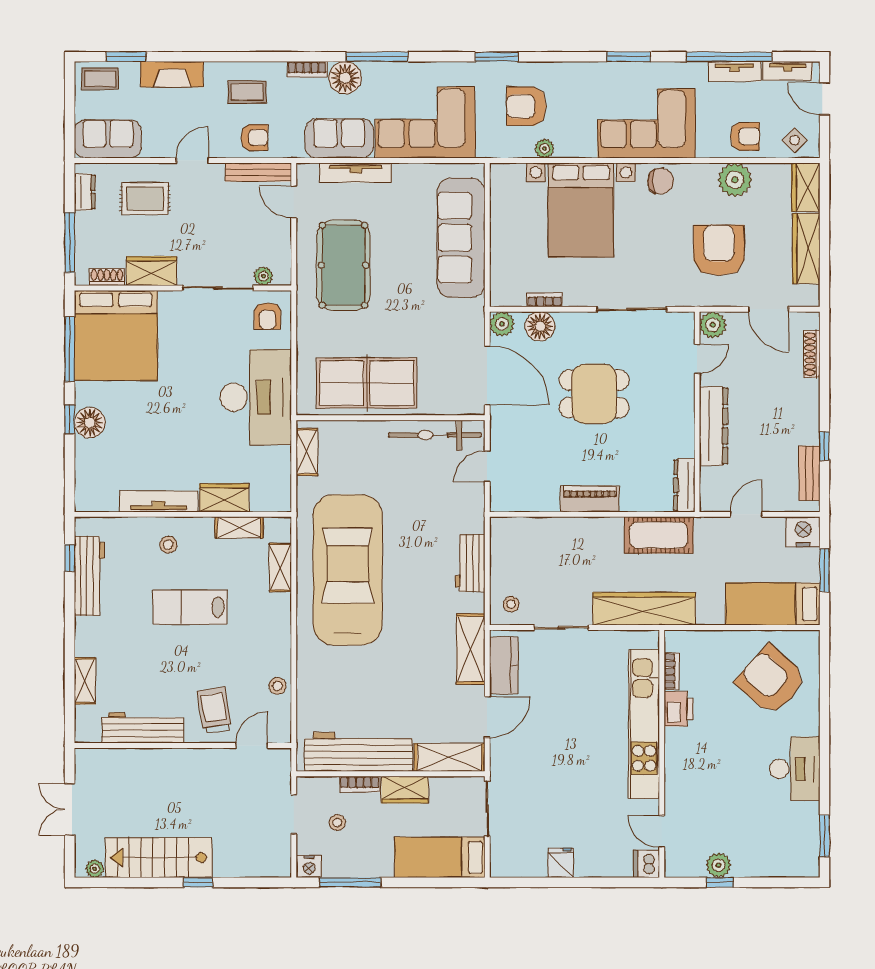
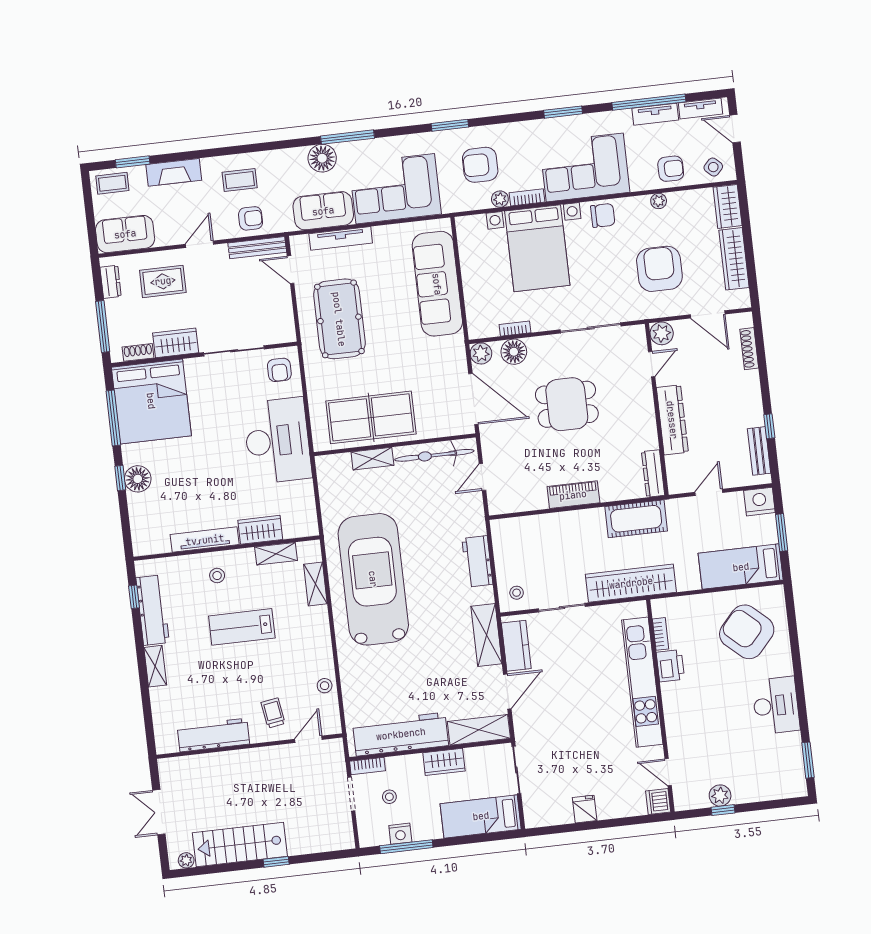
bookcase: (307, 69) -> (527, 197), moved, turned 180
plant: (735, 180) -> (659, 201), width x0.53, depth x0.53
plant: (263, 276) -> (272, 336), removed
shelving: (307, 452) -> (372, 459), moved, turned 90
shelving: (85, 681) -> (155, 666), moved
trolley: (214, 710) -> (273, 713), width x0.73, depth x0.72
bookcase: (360, 784) -> (367, 766), moved
nightstand: (309, 866) -> (400, 834), moved

